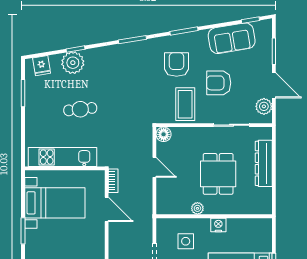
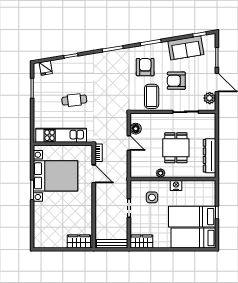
plant: (73, 63) -> (69, 66), removed
floor lamp: (164, 134) -> (136, 129), moved
dresser: (264, 163) -> (209, 156), moved
bed with nightstands: (55, 203) -> (56, 176), width x1.36

